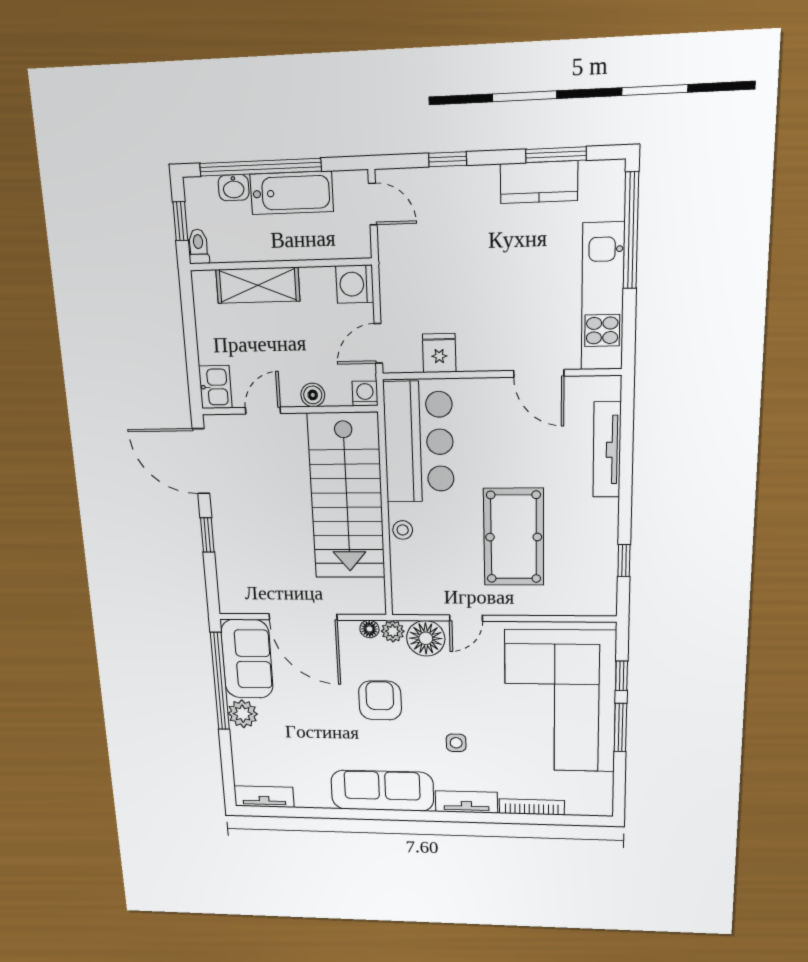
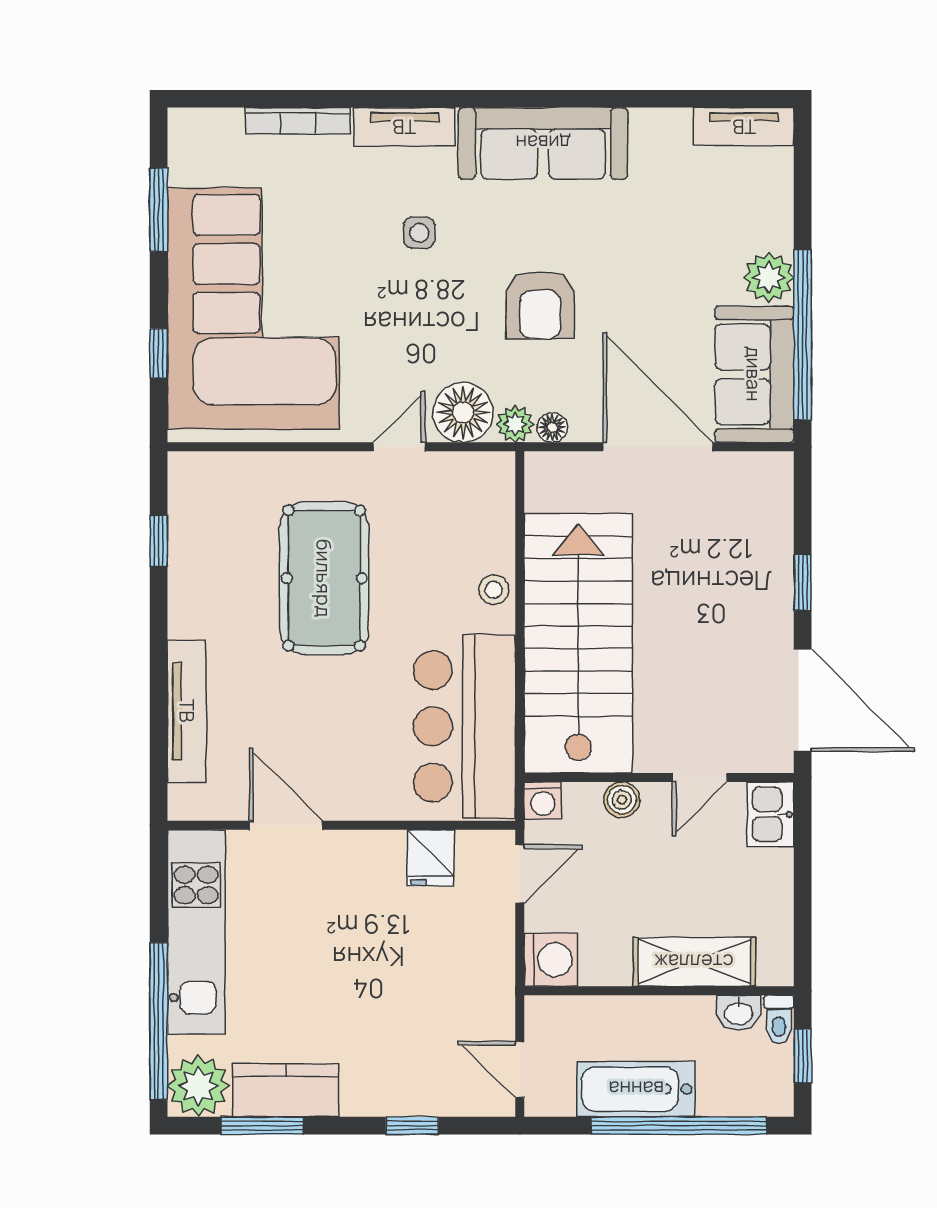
plant: (603, 183) -> (198, 1086), added
washbasin: (234, 188) -> (738, 1013), moved, turned 180
window: (620, 727) -> (159, 210), moved

